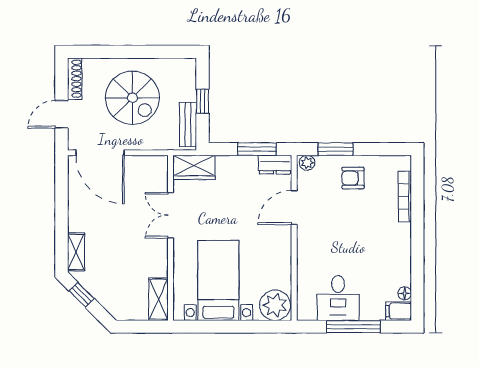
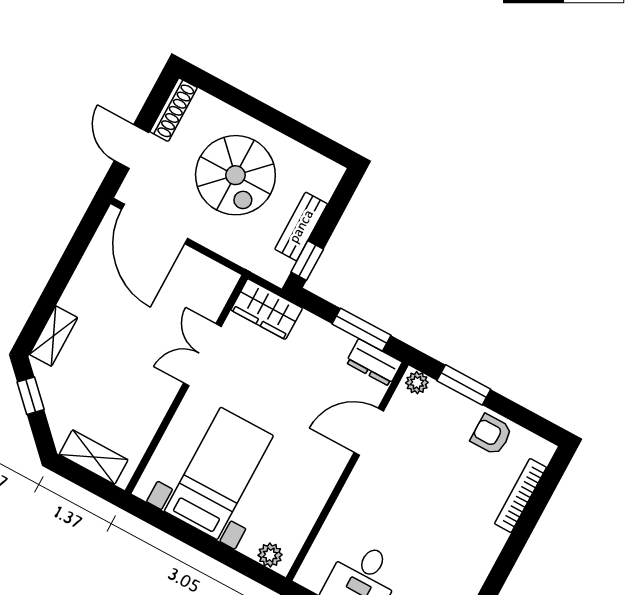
window: (203, 101) -> (307, 261), moved
door: (61, 114) -> (131, 147), hinge flipped
bench: (188, 124) -> (301, 226), moved
armchair: (353, 178) -> (491, 435), moved
shelving: (158, 299) -> (94, 457), moved, turned 90
plant: (275, 305) -> (270, 555), width x0.53, depth x0.53

